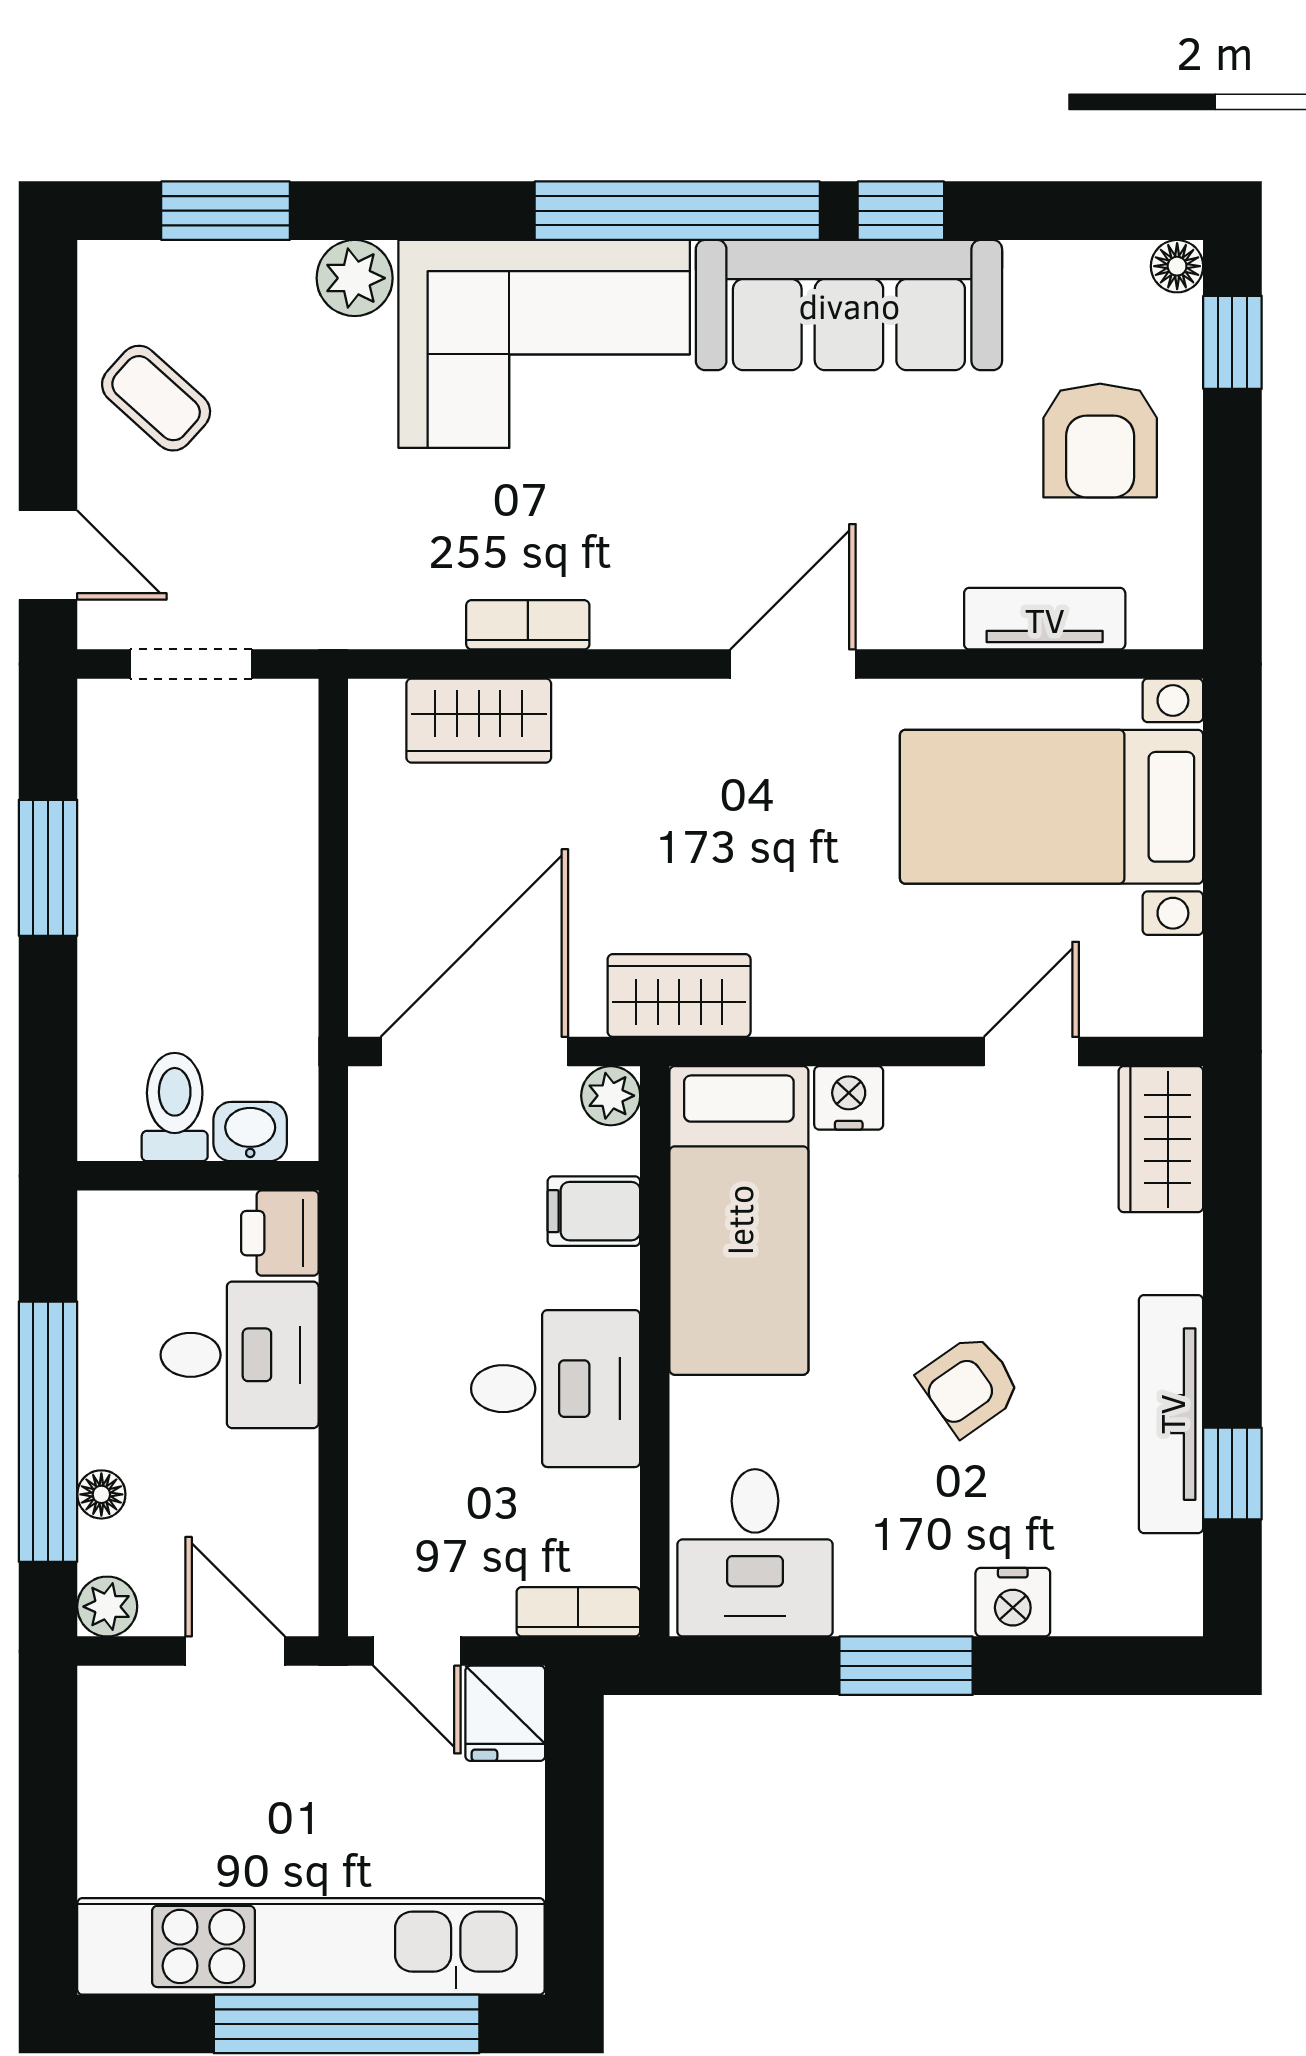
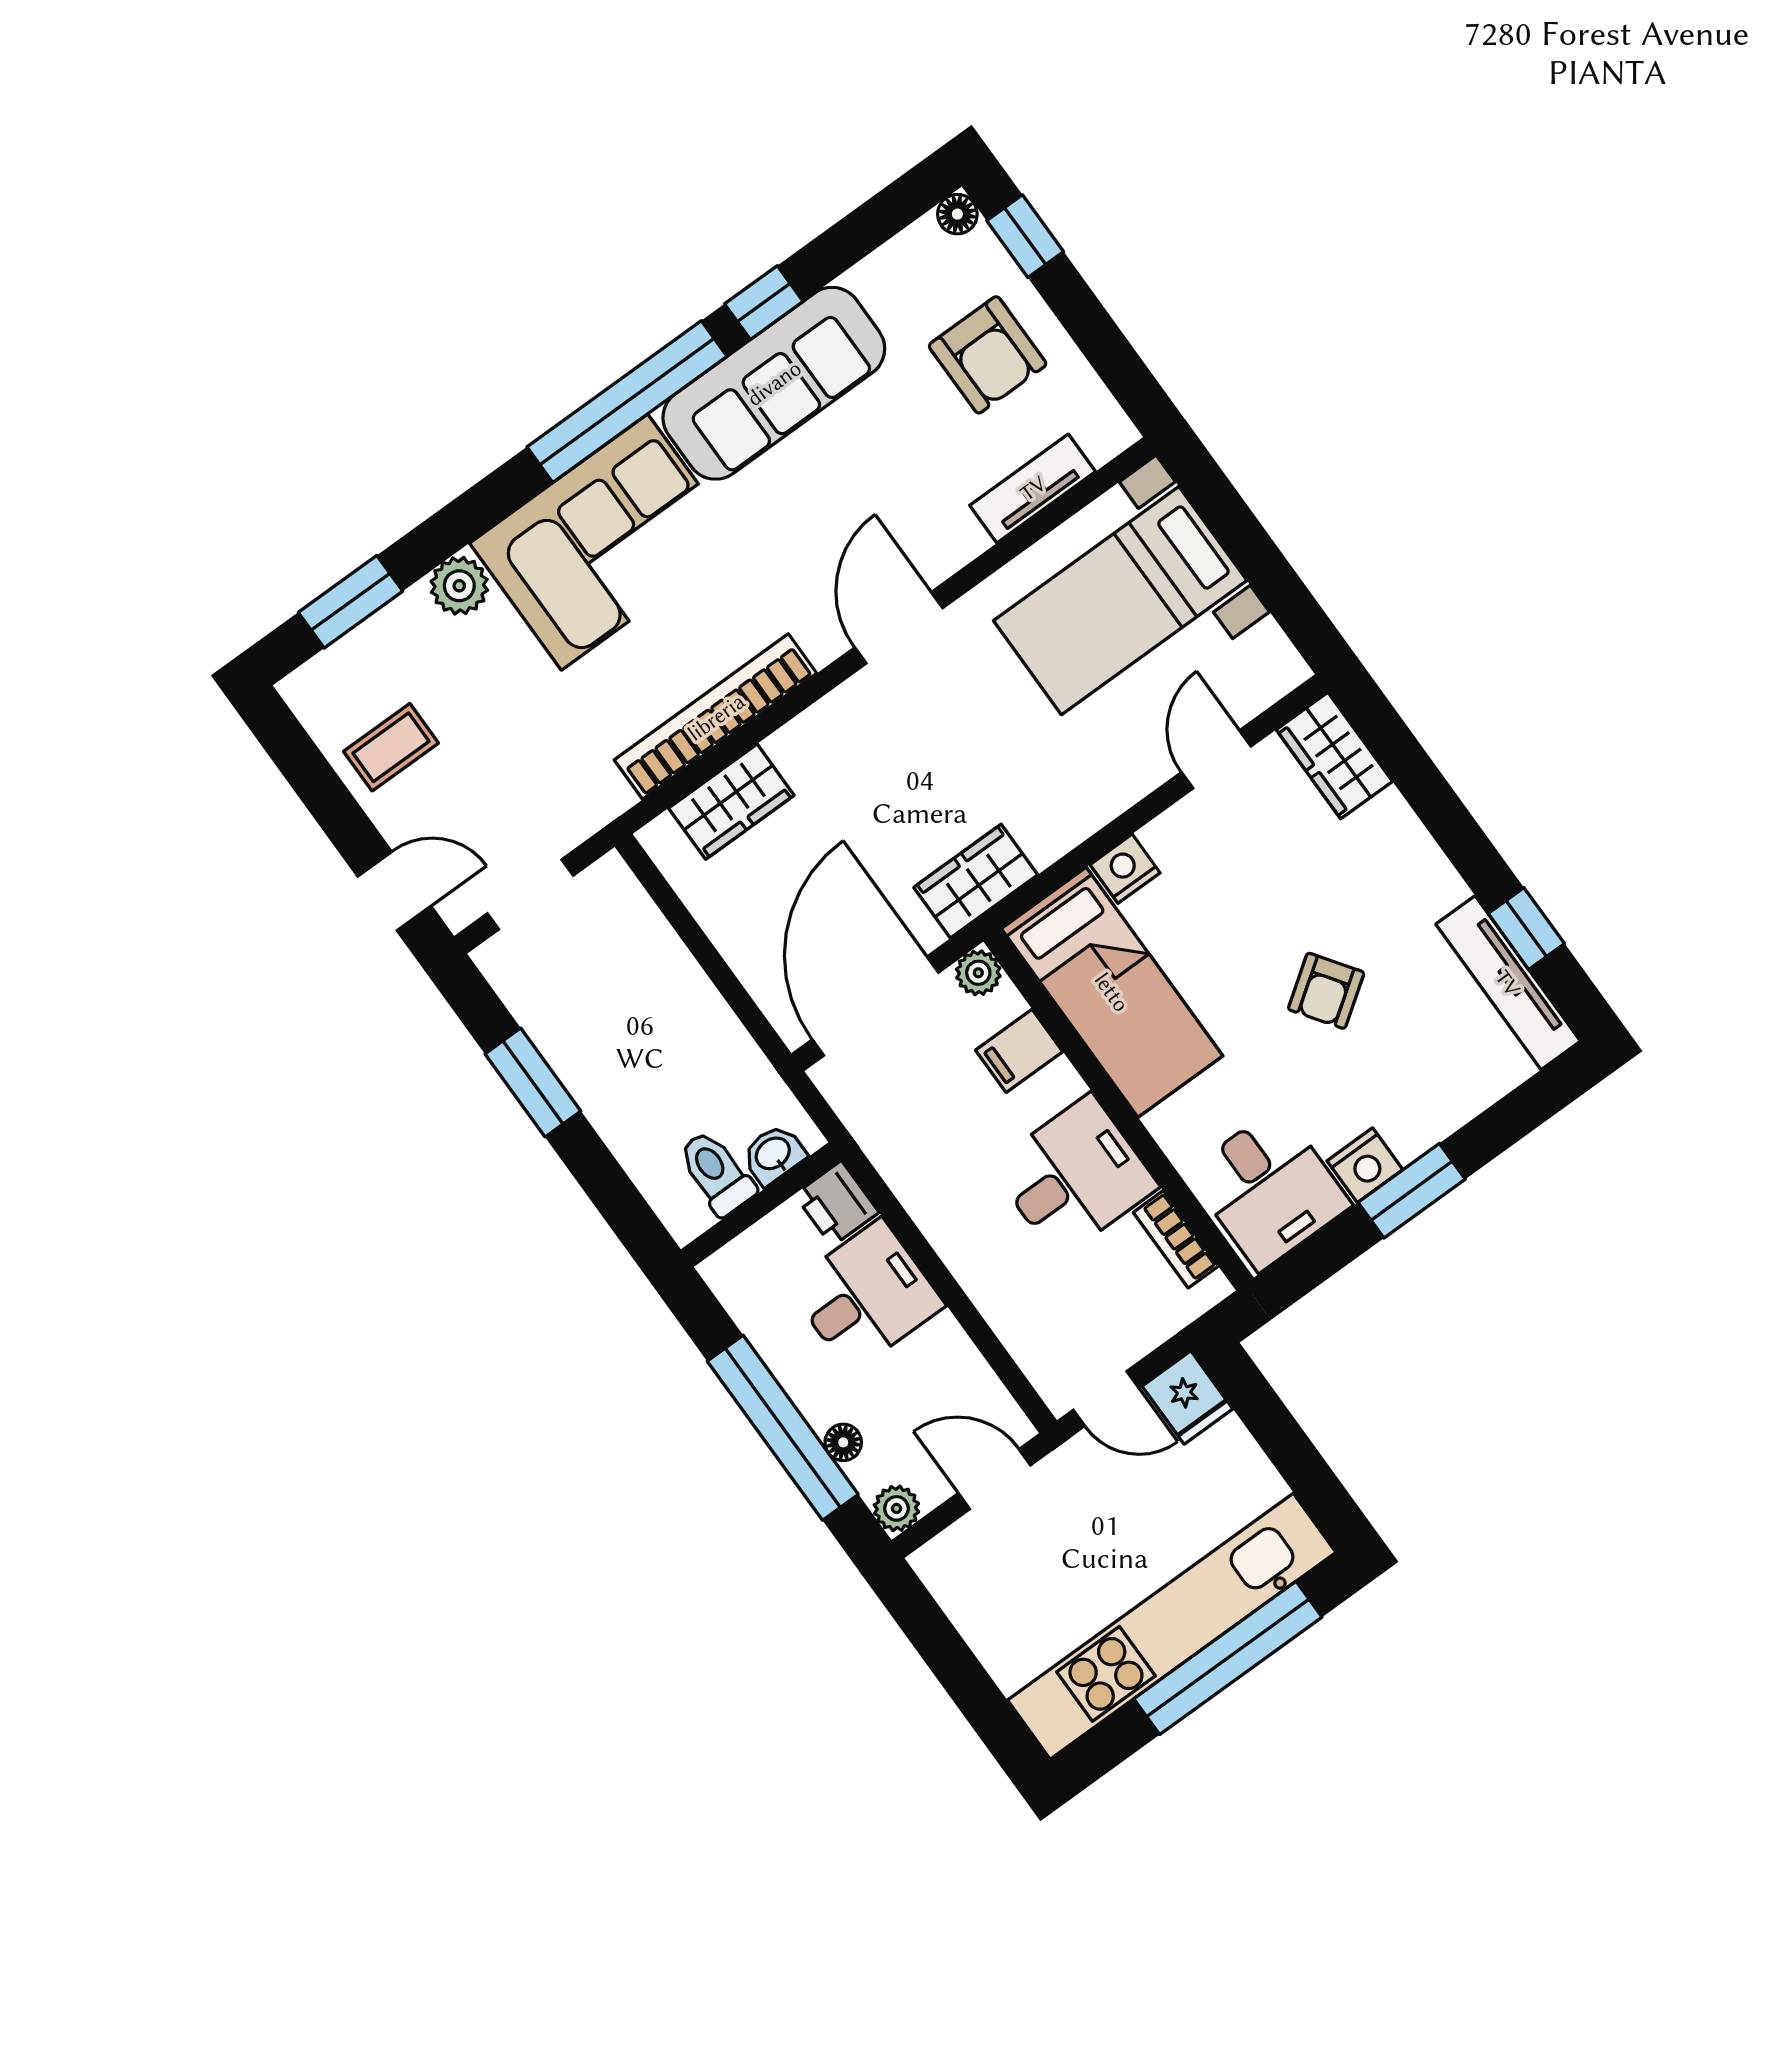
coffee table: (156, 398) -> (391, 747), turned -42
bookcase: (528, 625) -> (716, 717), width x2.31, depth x1.31
tv unit: (1171, 1414) -> (1508, 983), moved
nightstand: (1013, 1602) -> (1365, 1165), moved
bookcase: (578, 1612) -> (1176, 1239), moved, turned -90

